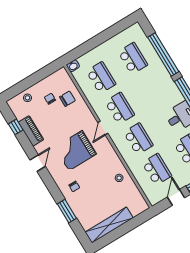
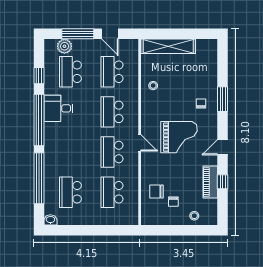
washbasin: (73, 66) -> (50, 220), moved
window: (16, 127) -> (223, 182), moved
door: (103, 128) -> (140, 143), hinge flipped
door: (176, 197) -> (110, 34), hinge flipped
window: (67, 211) -> (223, 99), moved
shelving: (109, 225) -> (168, 46), moved

